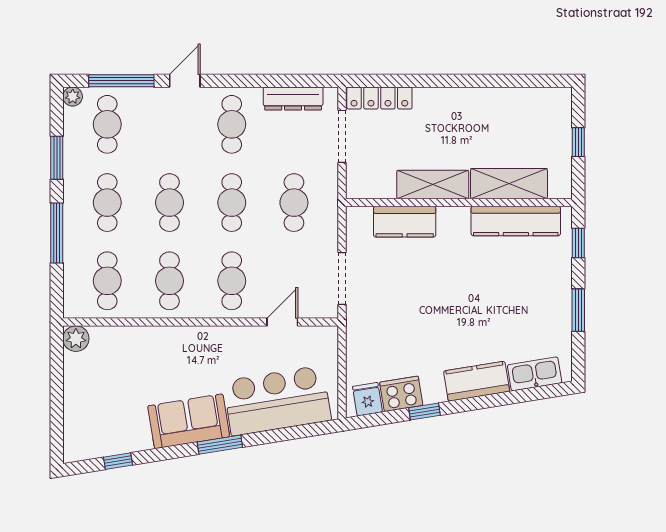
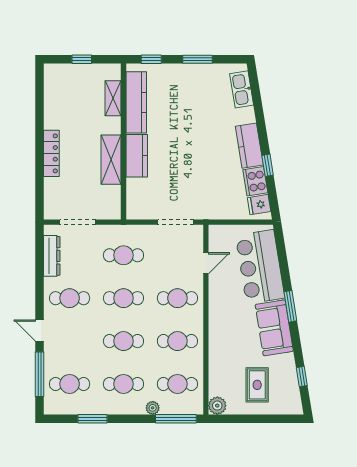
plant: (73, 97) -> (153, 408), moved
locker: (379, 98) -> (51, 153), moved
shelving: (509, 184) -> (113, 98), width x0.67, depth x0.75
kitchen counter: (405, 222) -> (137, 156), moved
window: (57, 233) -> (176, 419), moved
door: (282, 322) -> (206, 263), swing flipped
kitchen counter: (477, 381) -> (249, 146), moved
rug: (106, 397) -> (257, 385), added

